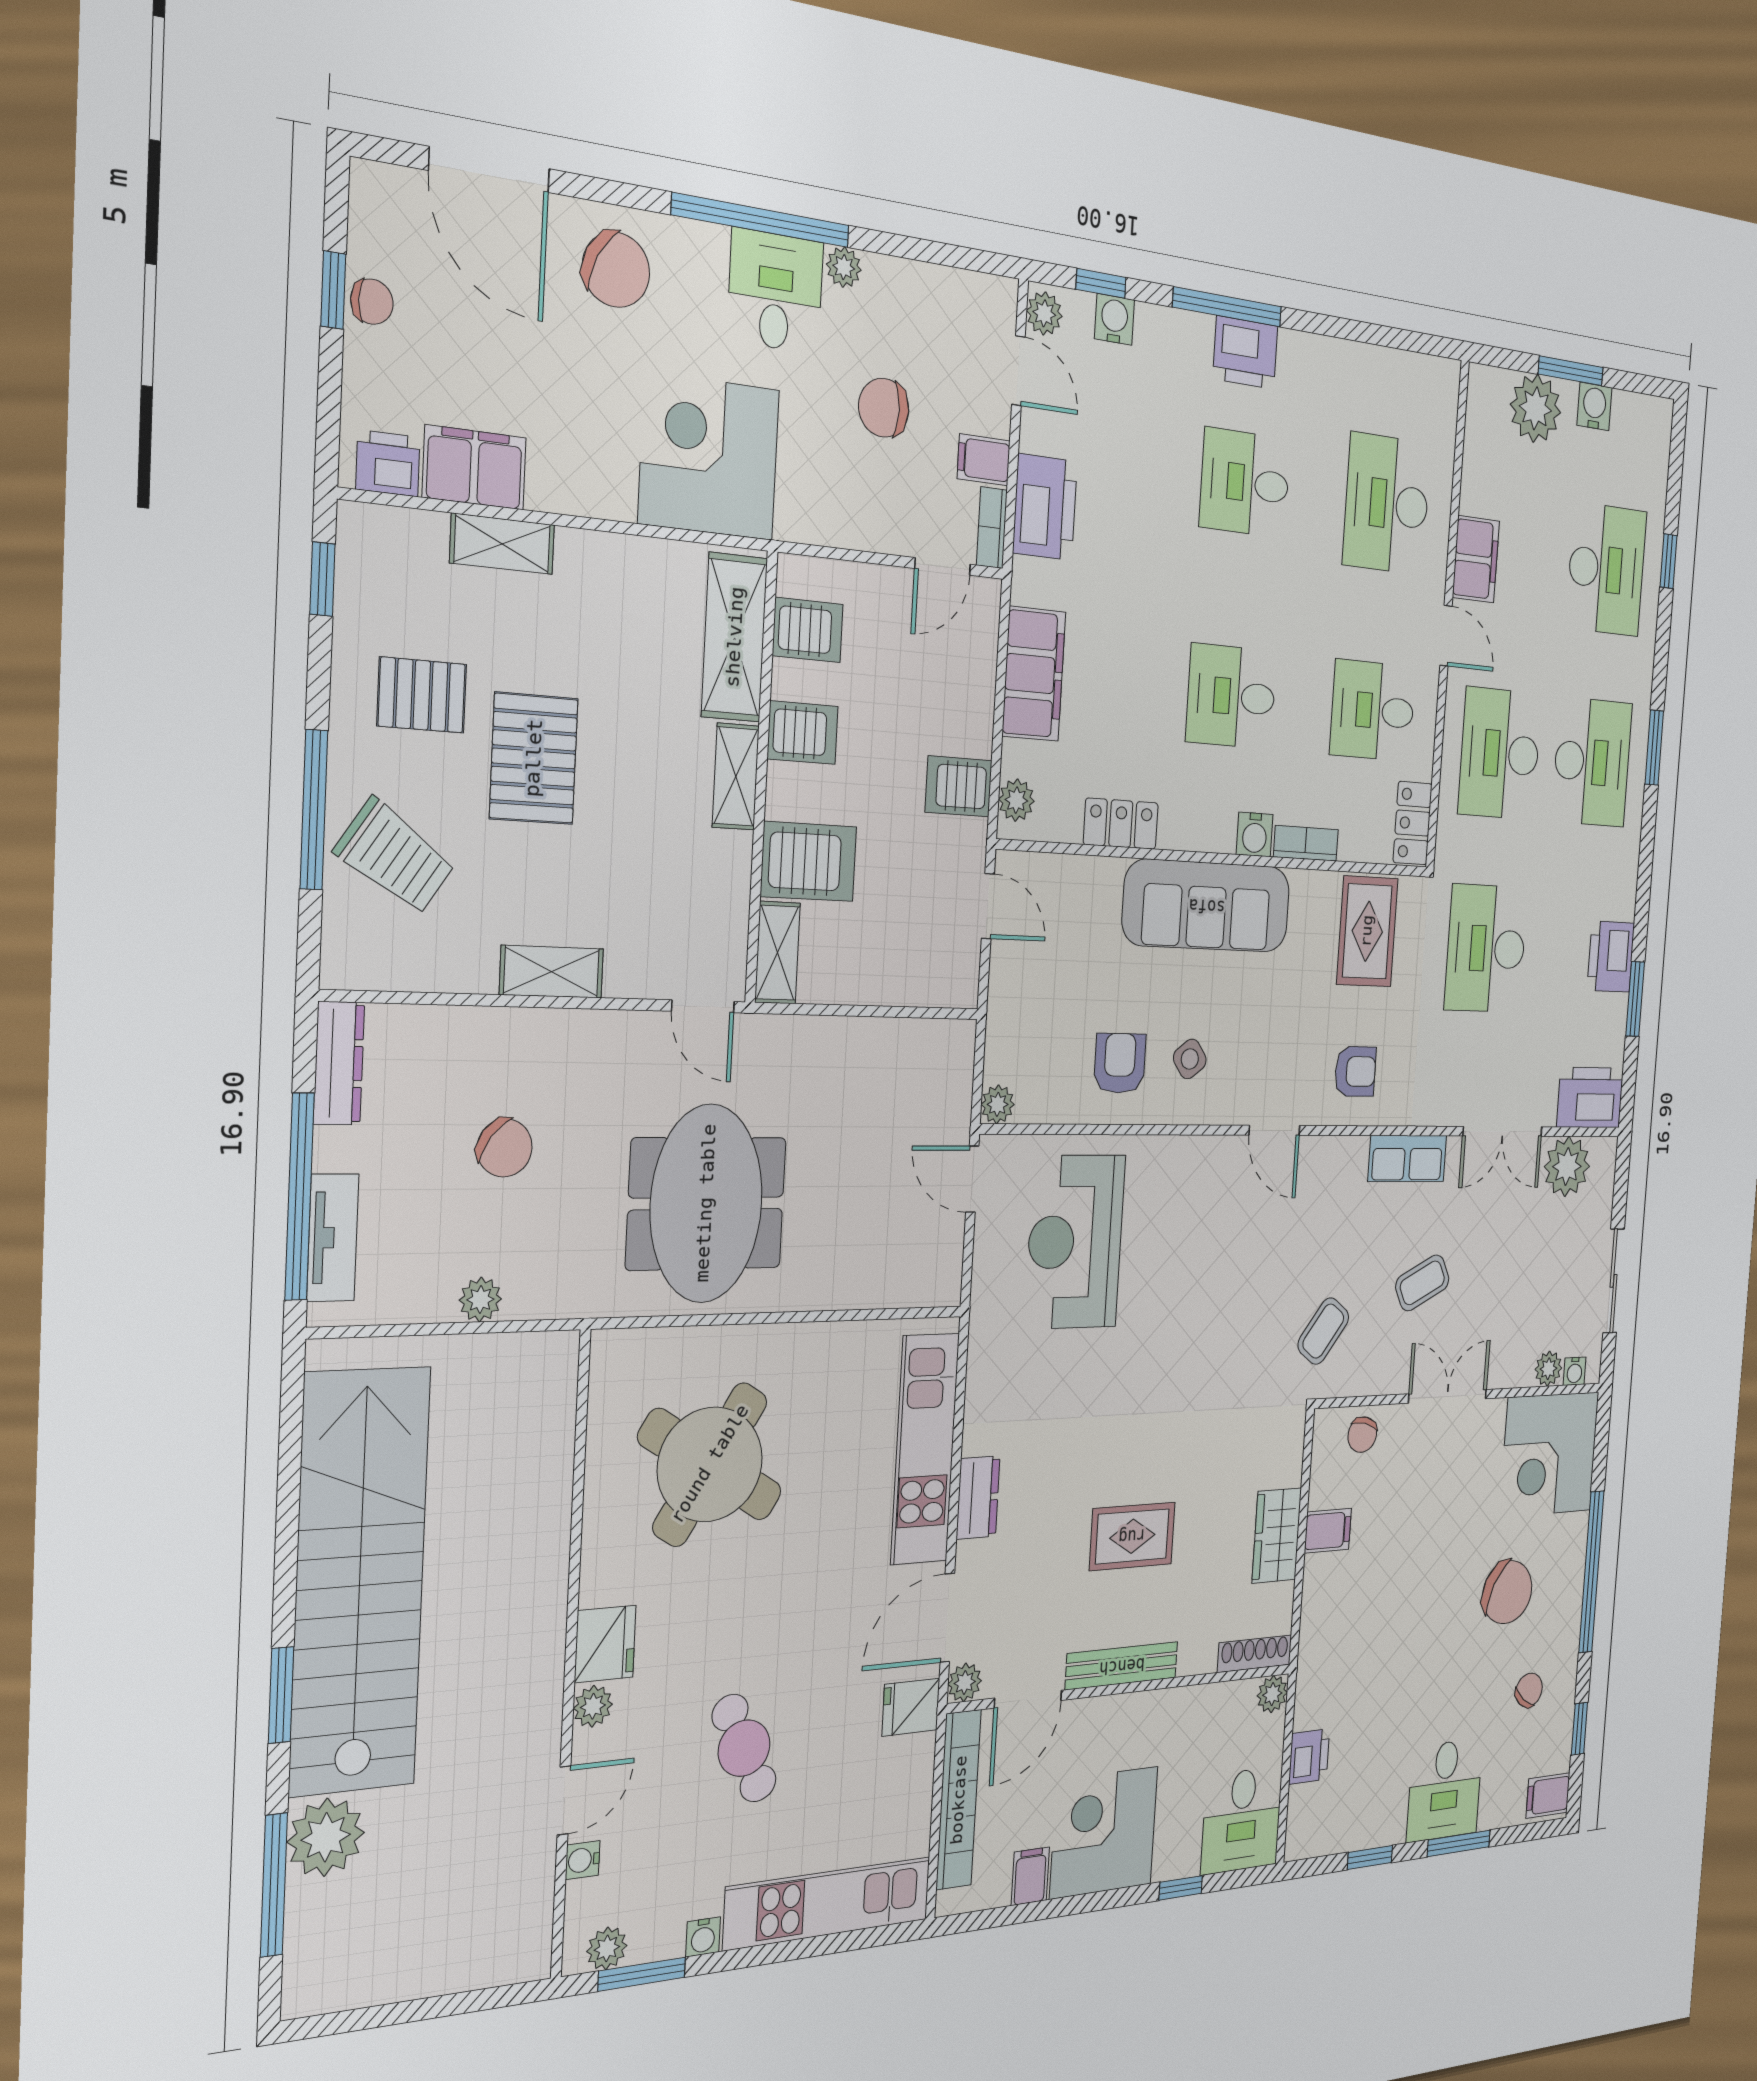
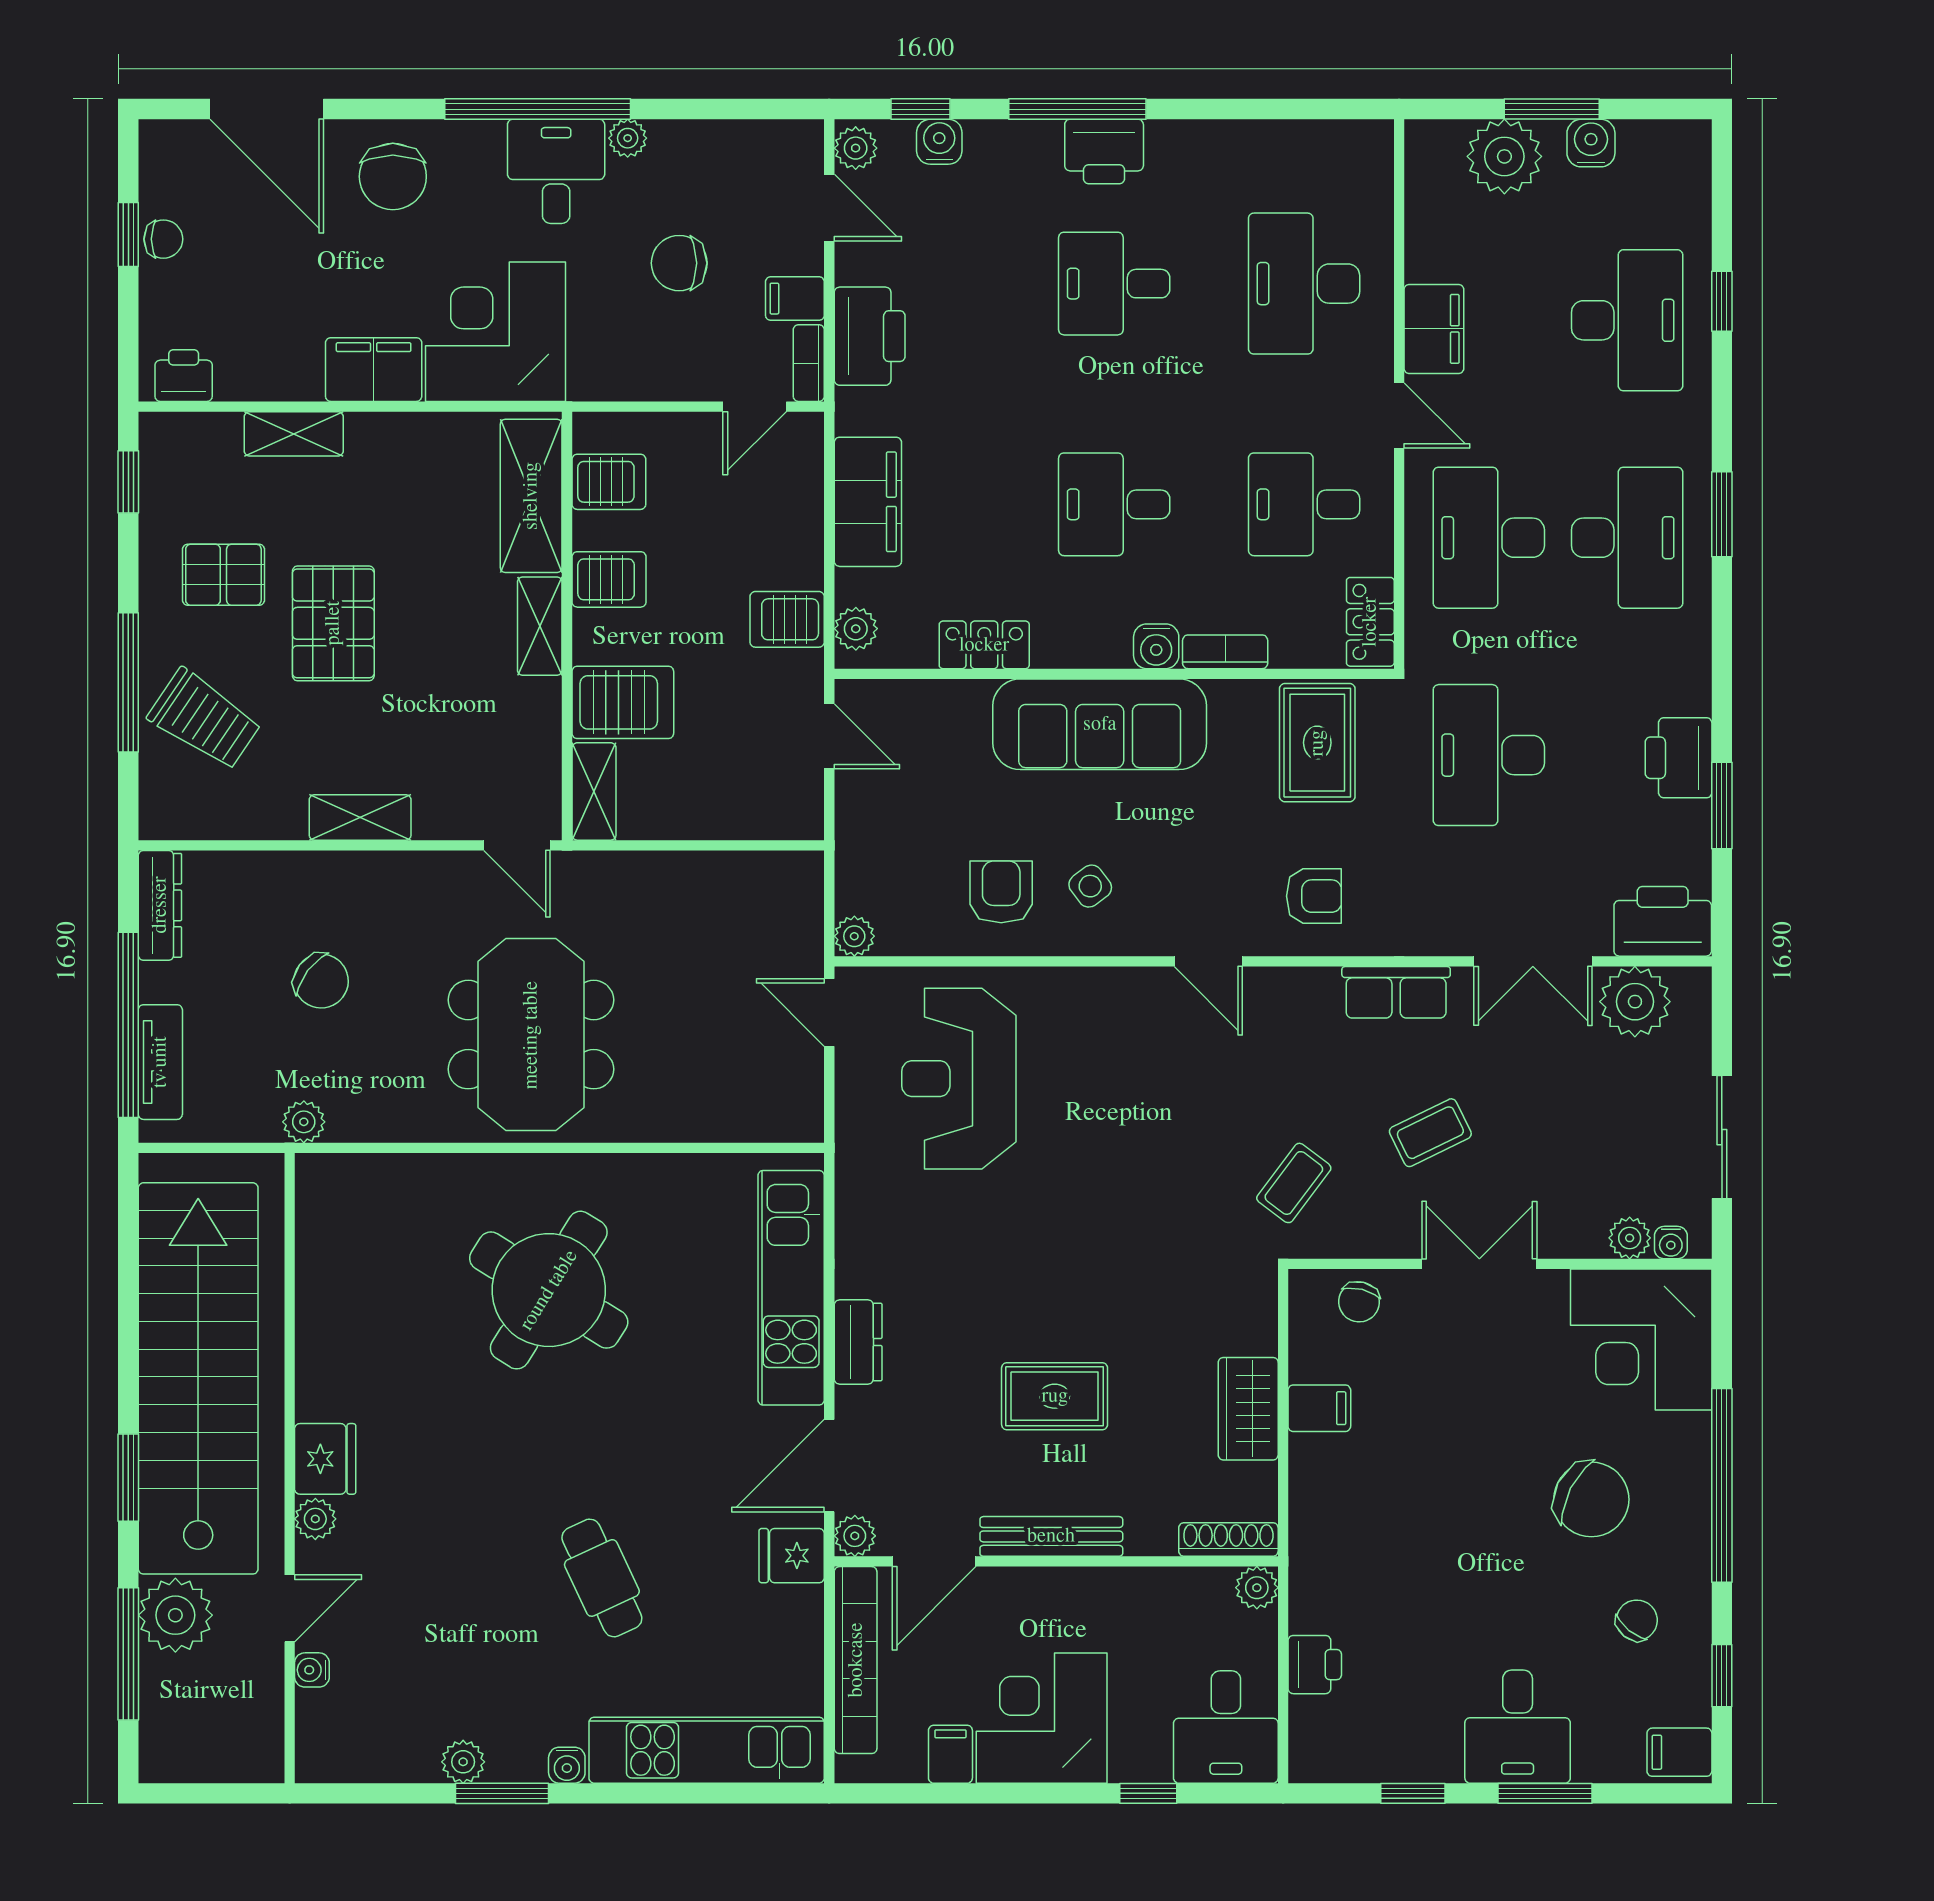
chair: (616, 270) -> (393, 177), turned 63
filing cabinet: (474, 467) -> (374, 370), moved
fridge: (605, 1644) -> (325, 1459), moved
wall: (571, 1657) -> (290, 1468), moved
plant: (593, 1706) -> (315, 1519), moved
door: (564, 1800) -> (290, 1608), moved
water cooler: (583, 1860) -> (312, 1670), moved

